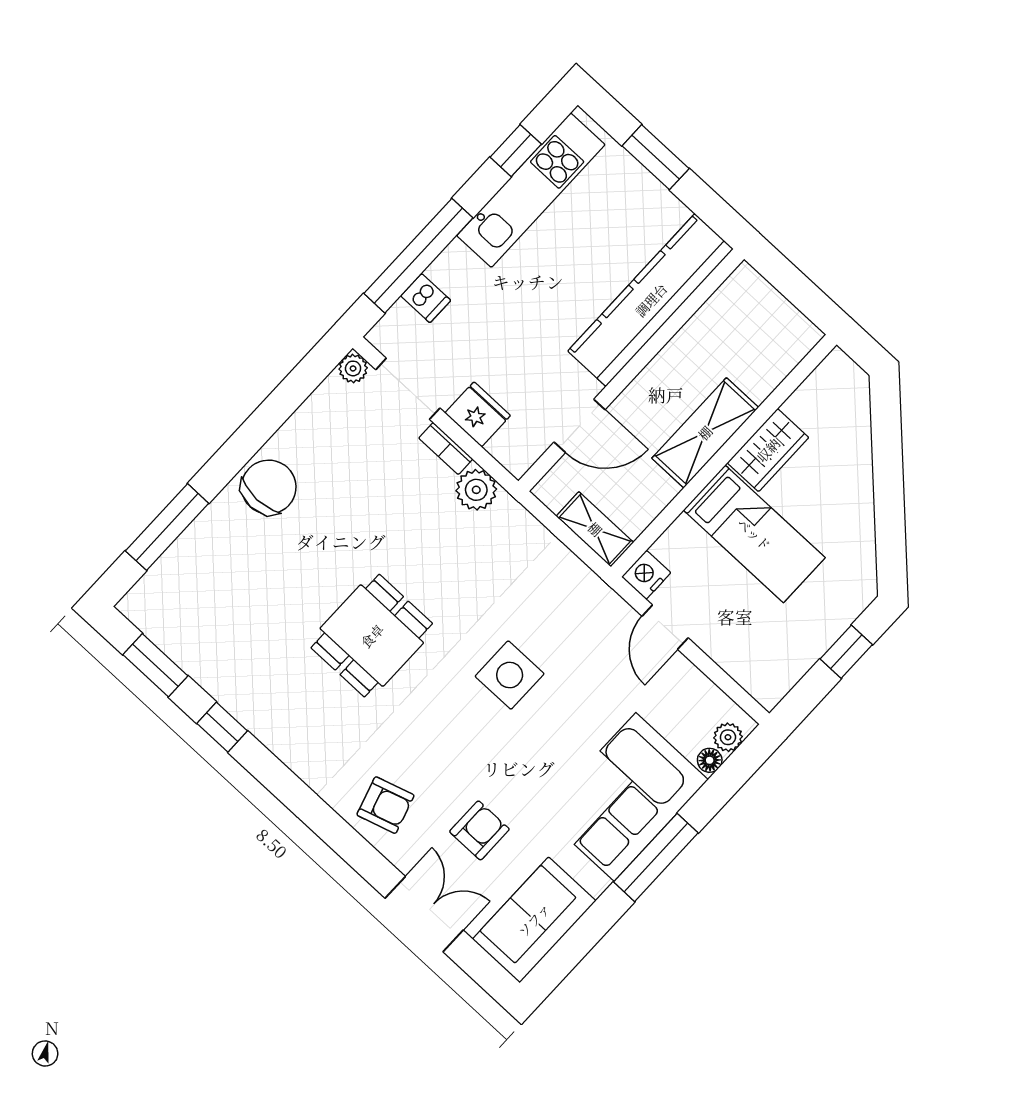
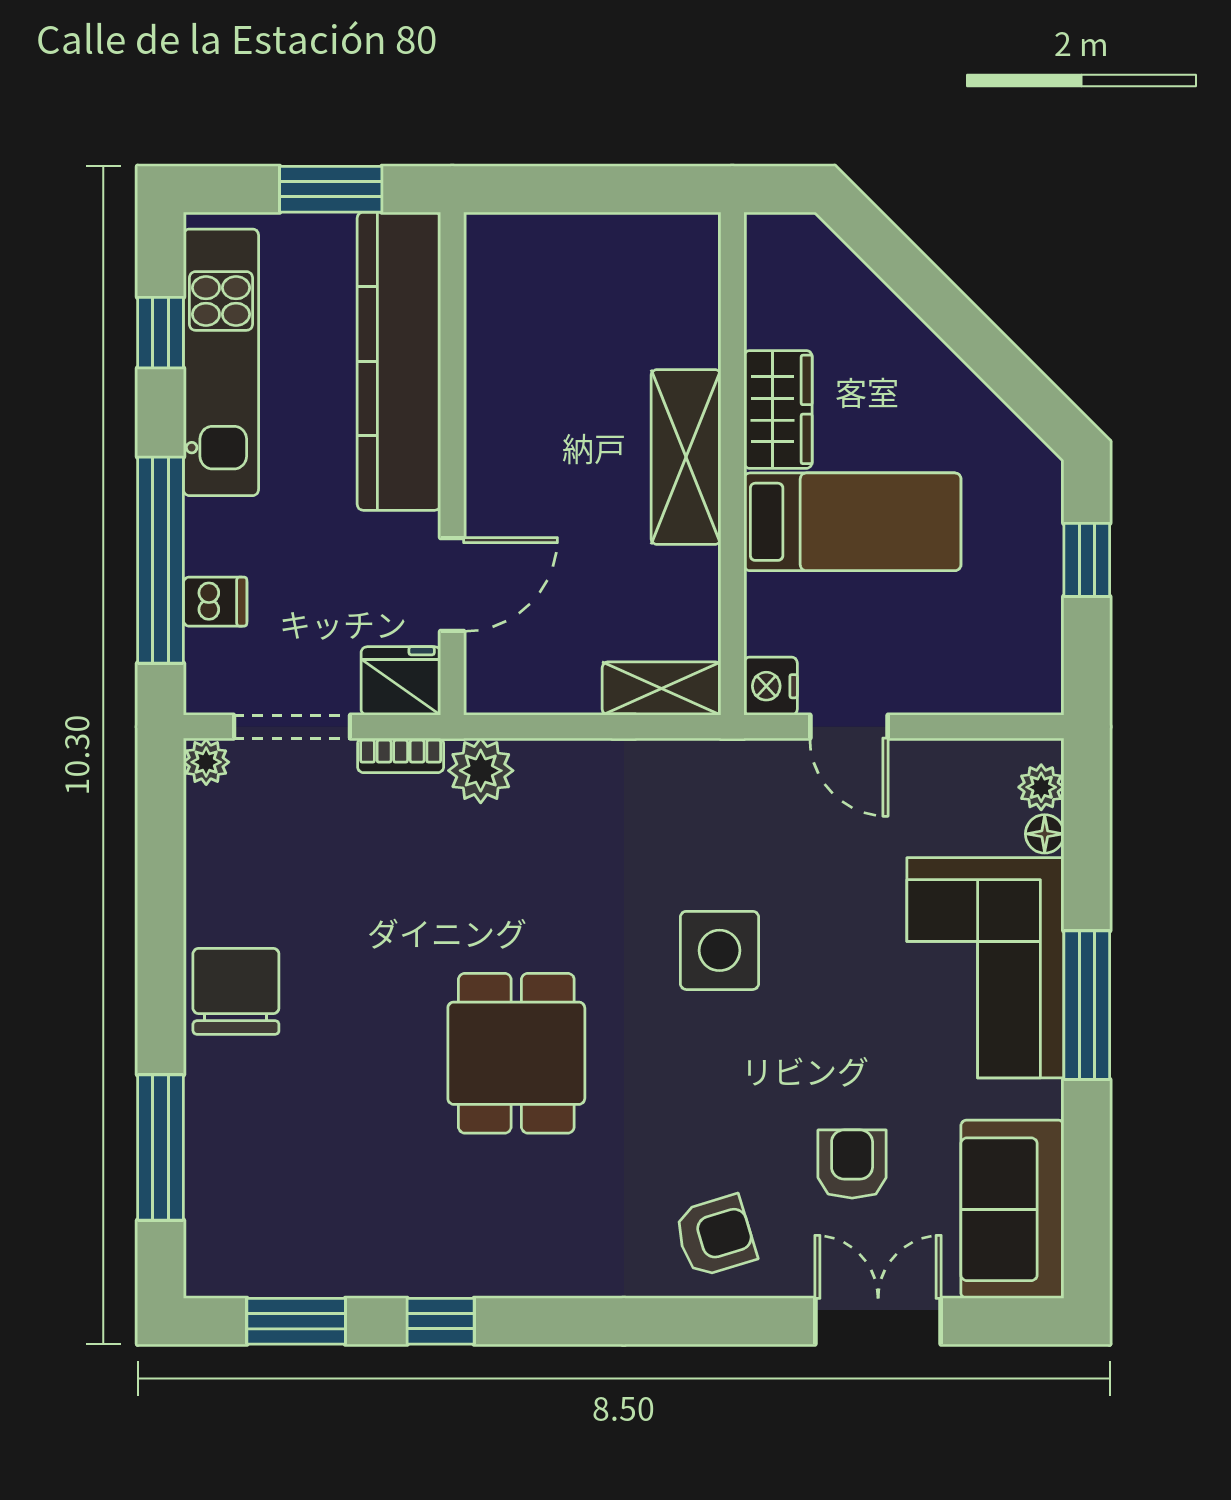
kitchen counter: (651, 300) -> (399, 361), moved
wall: (631, 370) -> (452, 464), moved
door: (580, 426) -> (452, 584), moved

